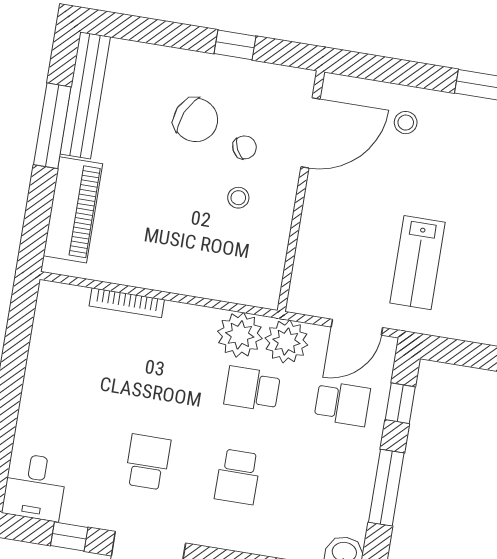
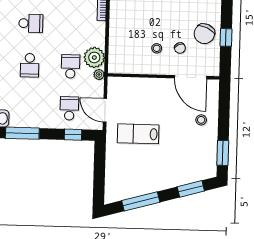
chair: (196, 120) -> (204, 34), moved
plant: (286, 341) -> (99, 75), width x0.53, depth x0.53
school desk: (342, 404) -> (69, 108), turned 180
school desk: (238, 477) -> (30, 65), turned -90
window: (386, 488) -> (22, 133), moved

